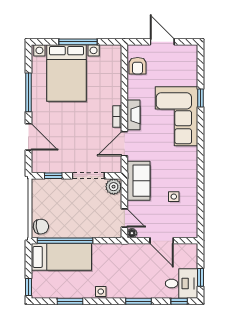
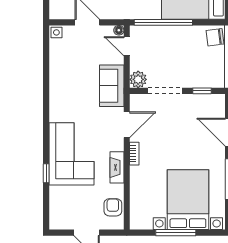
fireplace: (134, 115) -> (117, 167), moved
side table: (174, 197) -> (56, 32), moved
window: (65, 241) -> (163, 22), moved

